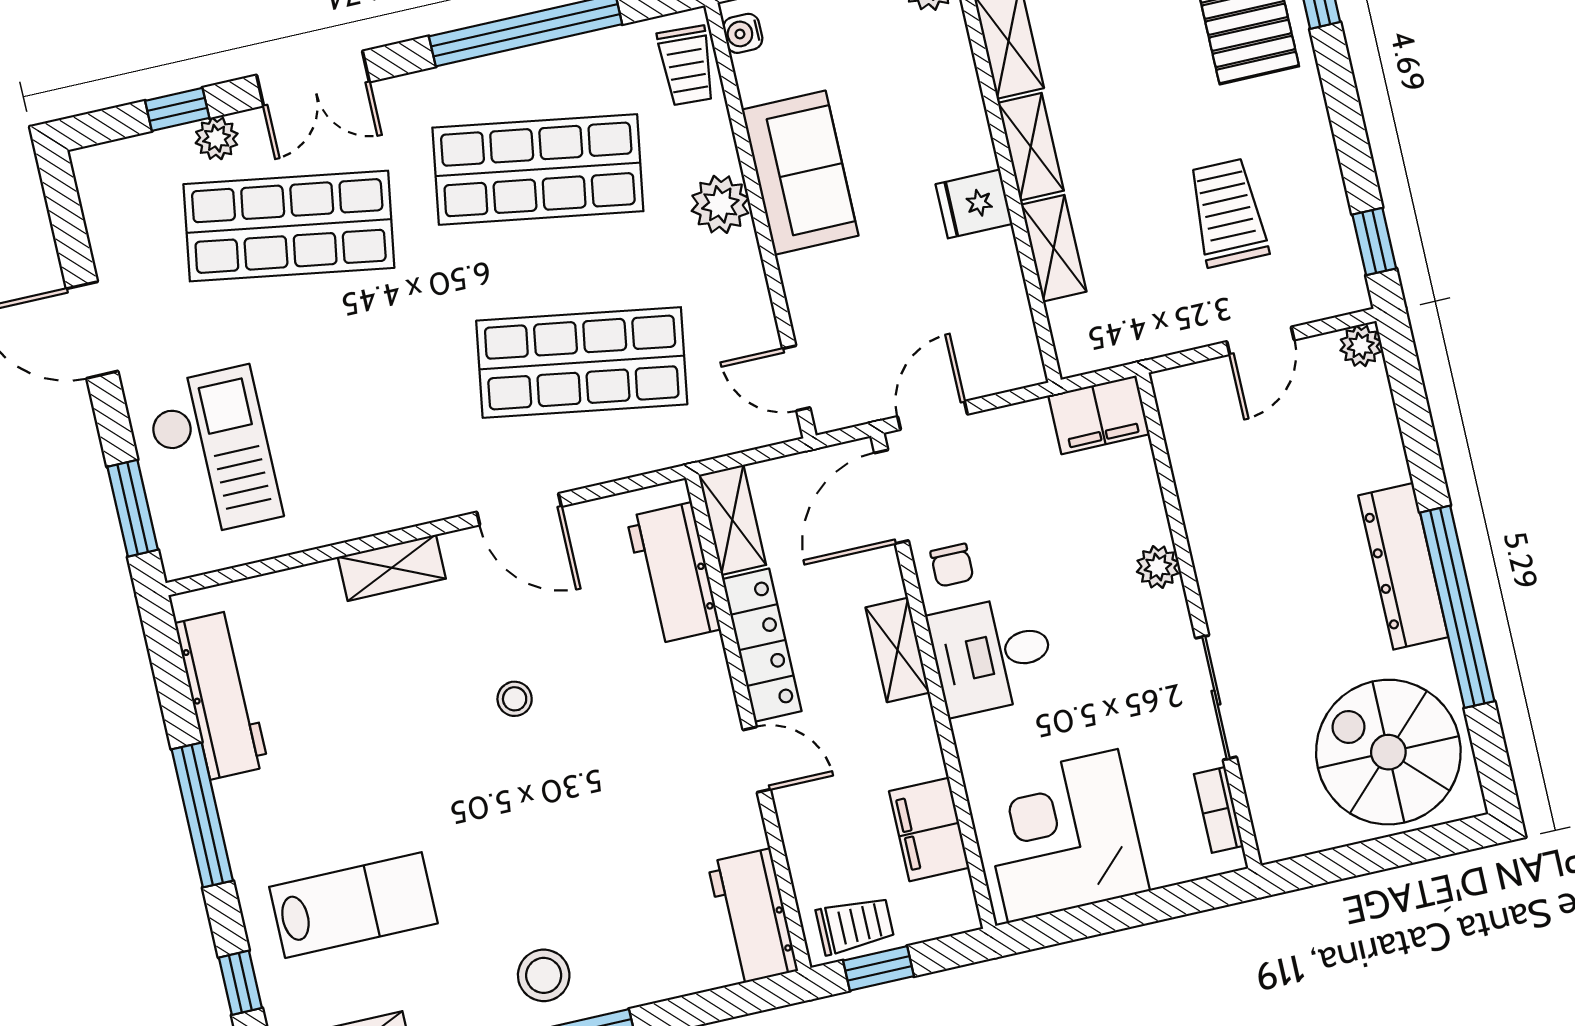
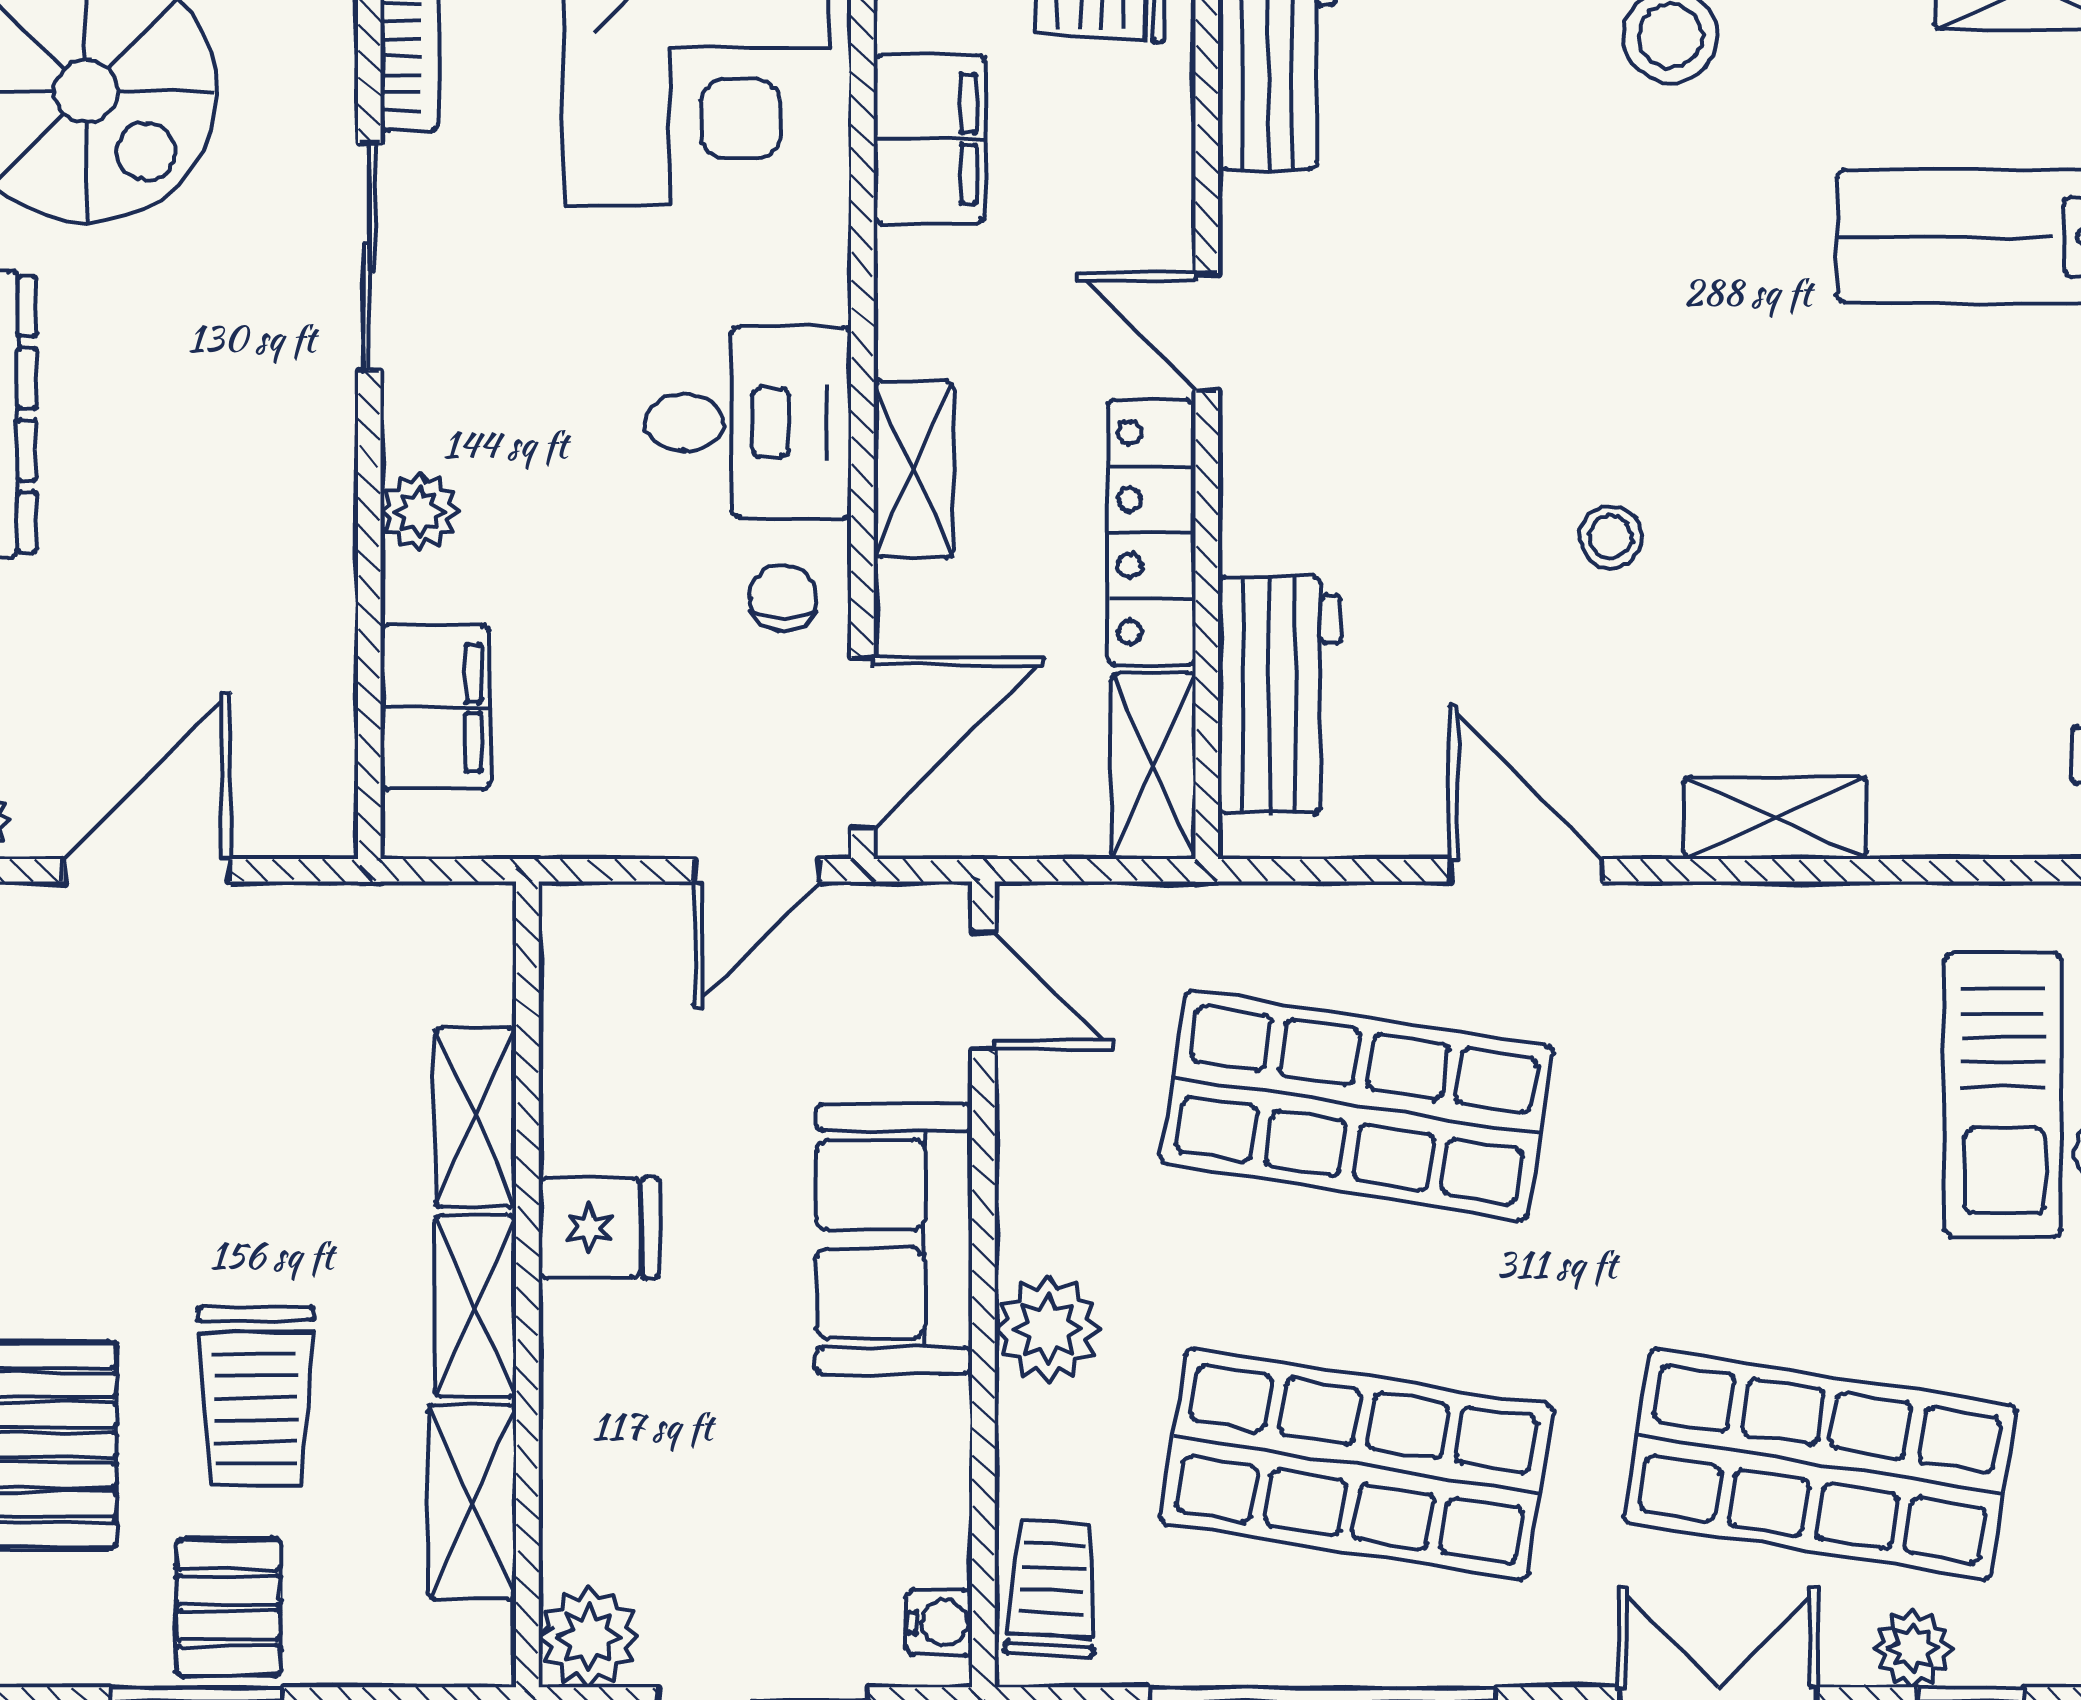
sofa: (800, 173) -> (894, 1239), moved
trolley: (1228, 213) -> (256, 1397), moved
door: (1260, 341) -> (147, 870), width x1.38
filing cabinet: (1099, 415) -> (435, 707), moved, turned 90

